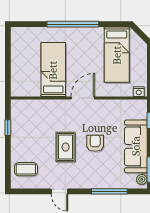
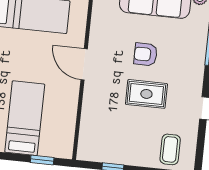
bed: (53, 70) -> (25, 118), moved, turned 90
window: (8, 74) -> (42, 160), added

